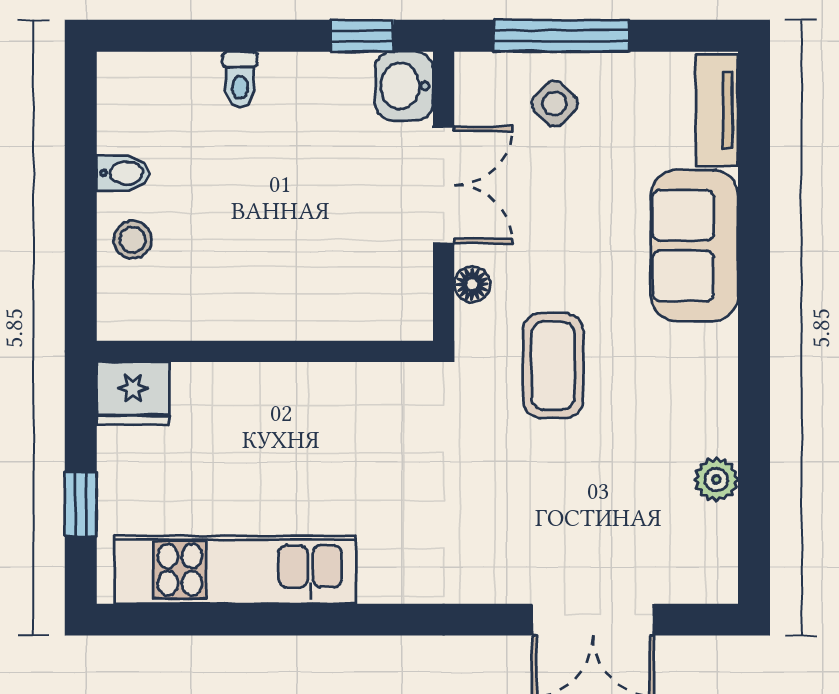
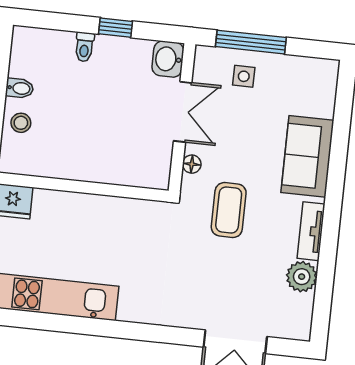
window: (363, 36) -> (116, 28), moved
side table: (555, 104) -> (244, 76), turned 45
tv unit: (717, 110) -> (311, 231), moved
plant: (716, 480) -> (302, 277), width x1.38, depth x1.38

